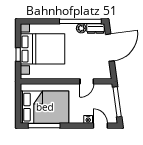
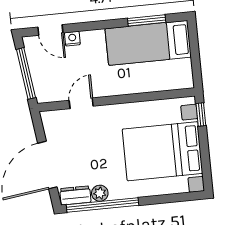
window: (18, 55) -> (201, 115), moved
bed: (45, 107) -> (148, 43), width x0.67
window: (44, 126) -> (147, 20), width x0.69

